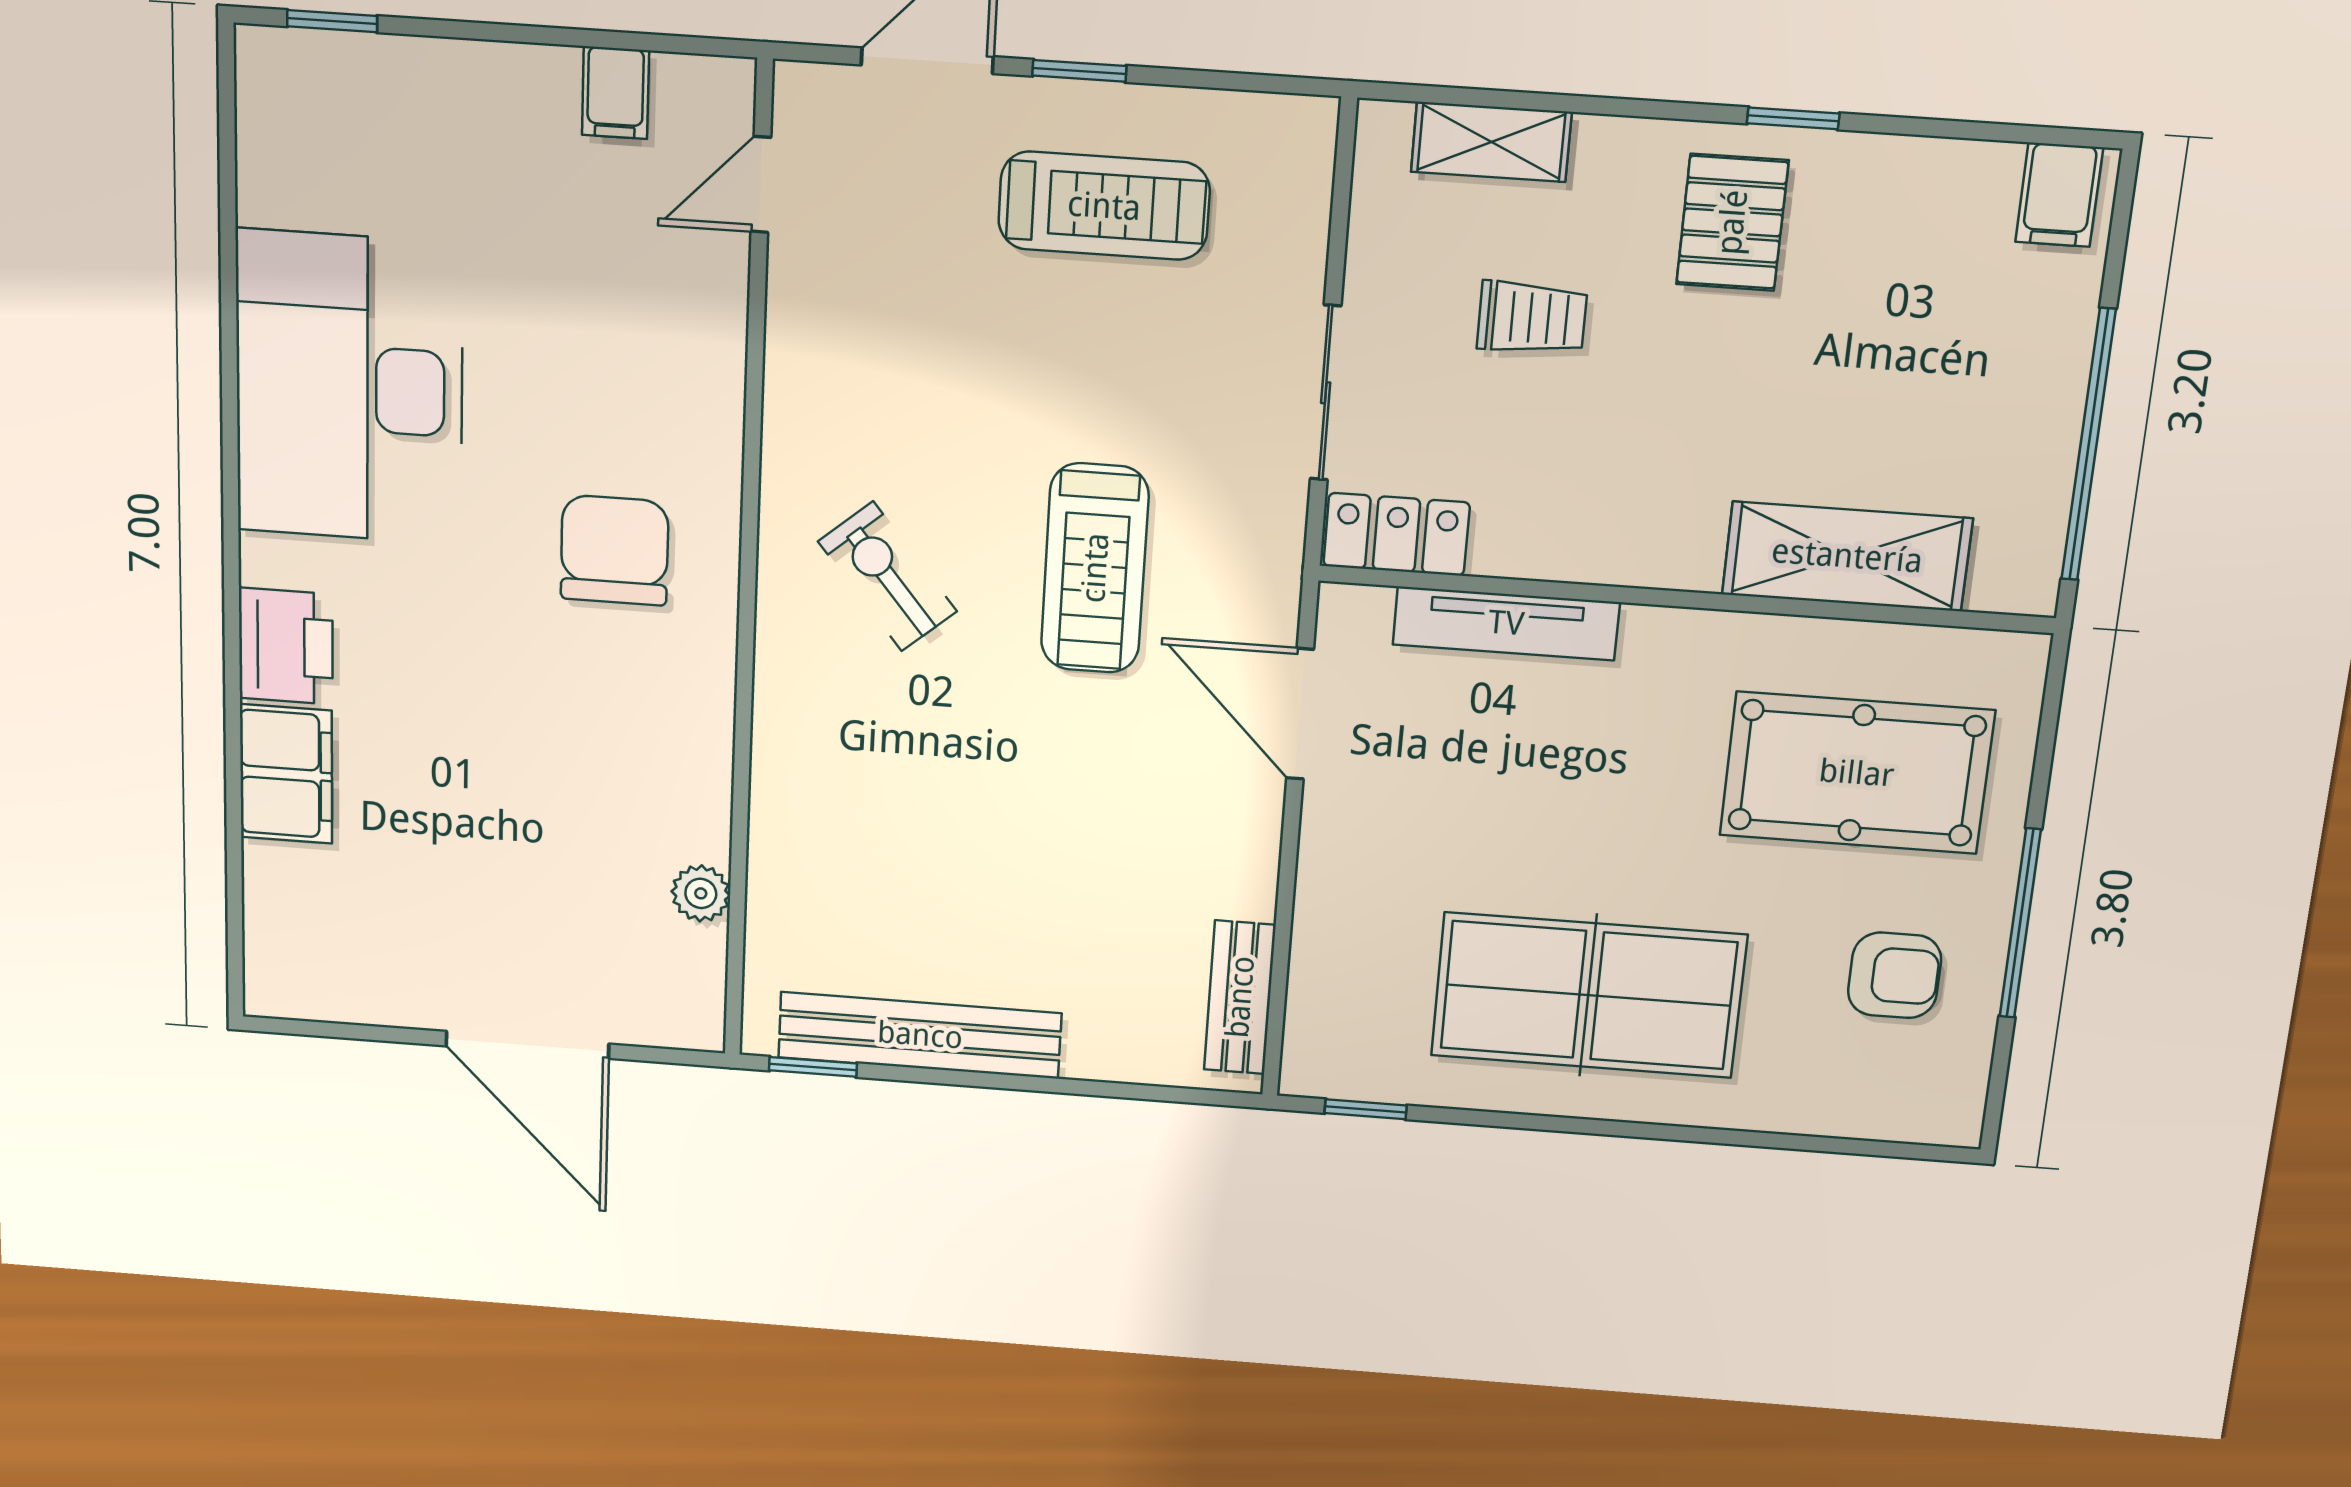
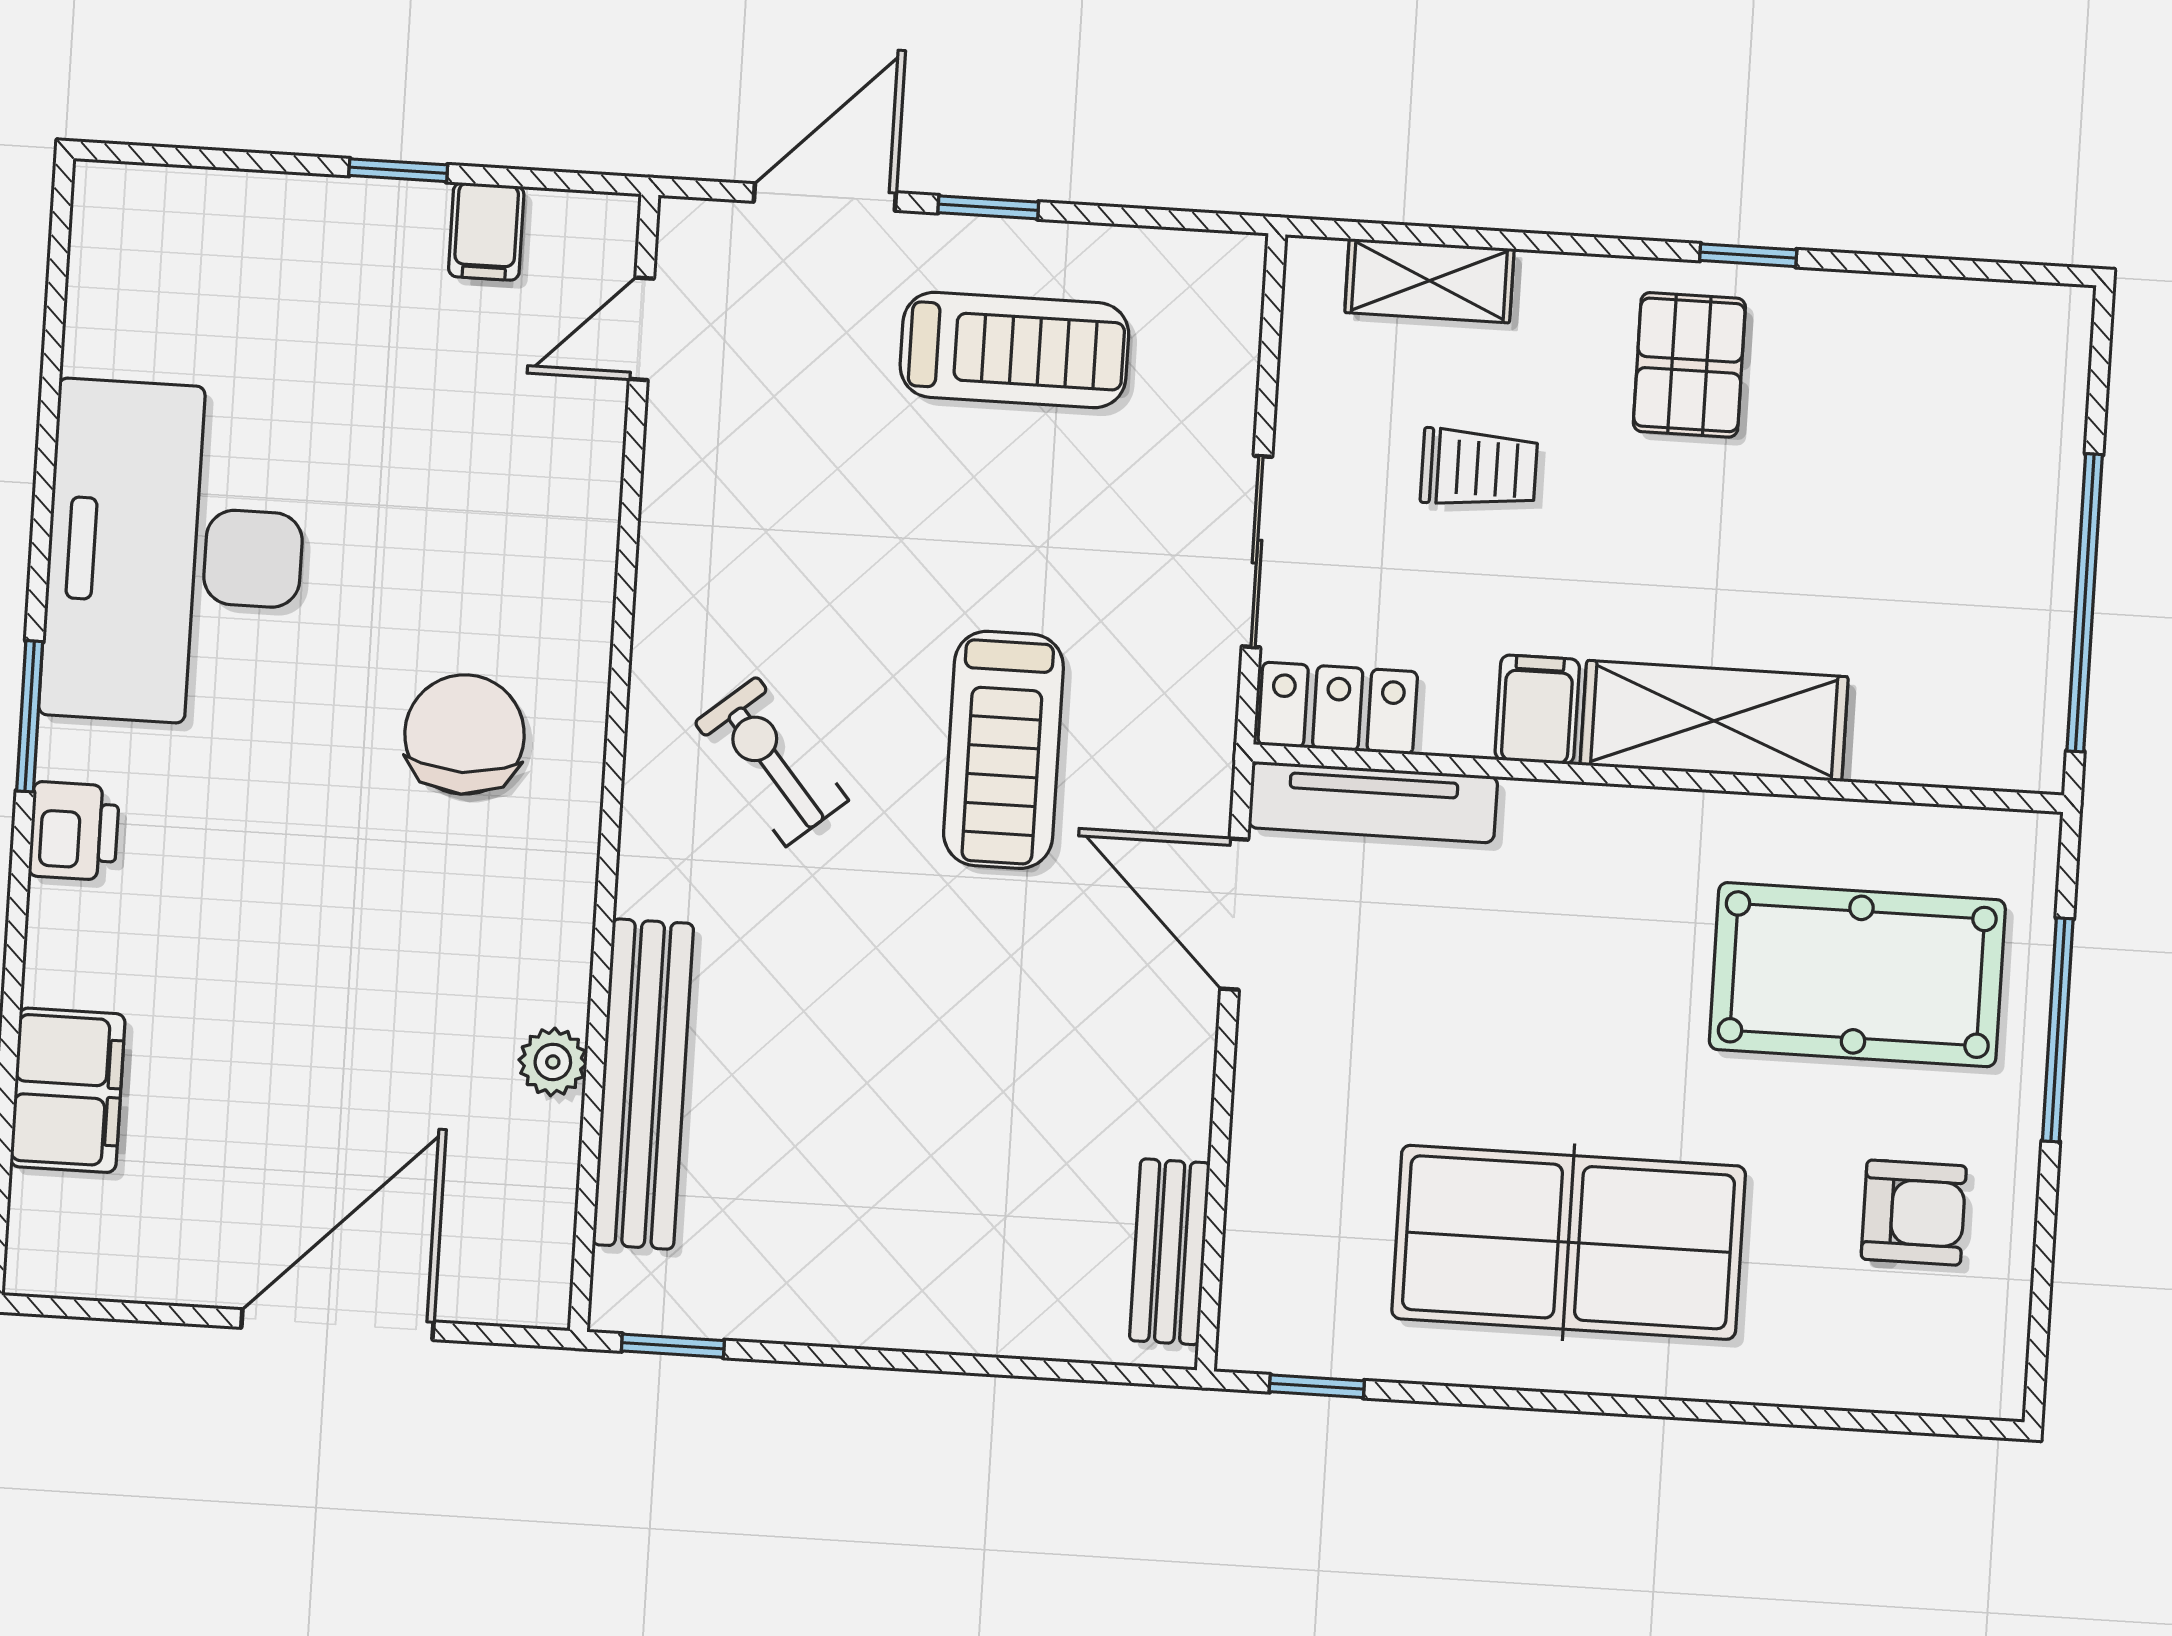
window: (332, 21) -> (398, 170), moved
filing cabinet: (2059, 195) -> (1537, 710), moved, turned 180
window: (231, 531) -> (30, 716), added
shelving: (1847, 556) -> (1714, 721), moved
tv unit: (1506, 623) -> (1373, 802), moved
printer: (286, 646) -> (74, 831), width x0.73, depth x0.81
filing cabinet: (286, 774) -> (68, 1090), moved
plant: (701, 893) -> (553, 1062), moved
window: (2020, 923) -> (2058, 1030), moved
bench: (920, 1035) -> (643, 1084), moved, turned 90
door: (527, 1045) -> (337, 1325), swing flipped

